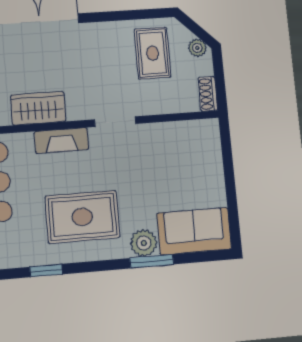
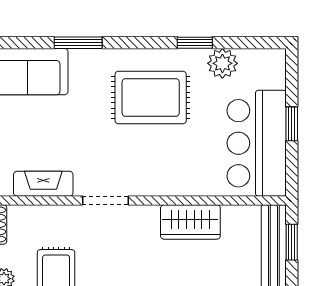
fireplace: (61, 141) -> (43, 184), moved
plant: (144, 243) -> (222, 63), moved

